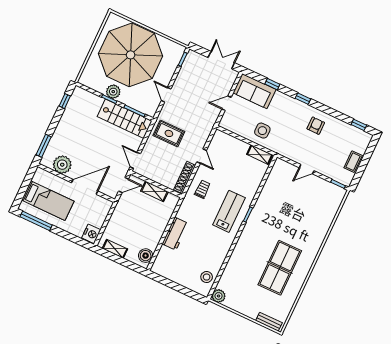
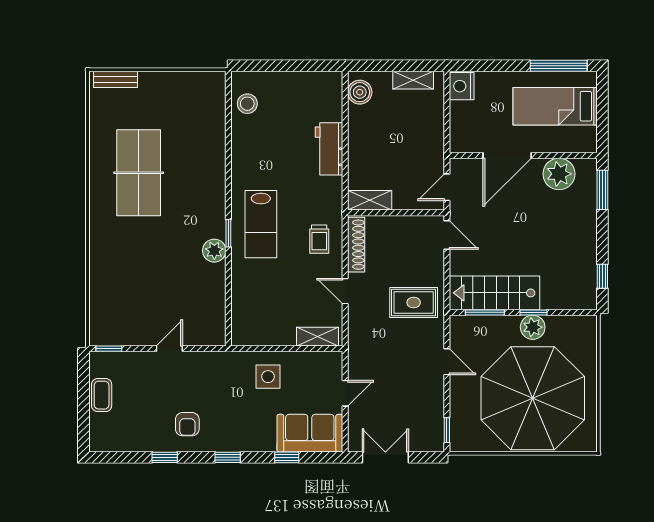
double door: (221, 60) -> (385, 457), swing flipped
window: (359, 125) -> (165, 457), moved
shelving: (260, 155) -> (317, 337), moved
shelving: (155, 191) -> (370, 200), moved
plant: (219, 296) -> (214, 251), moved

